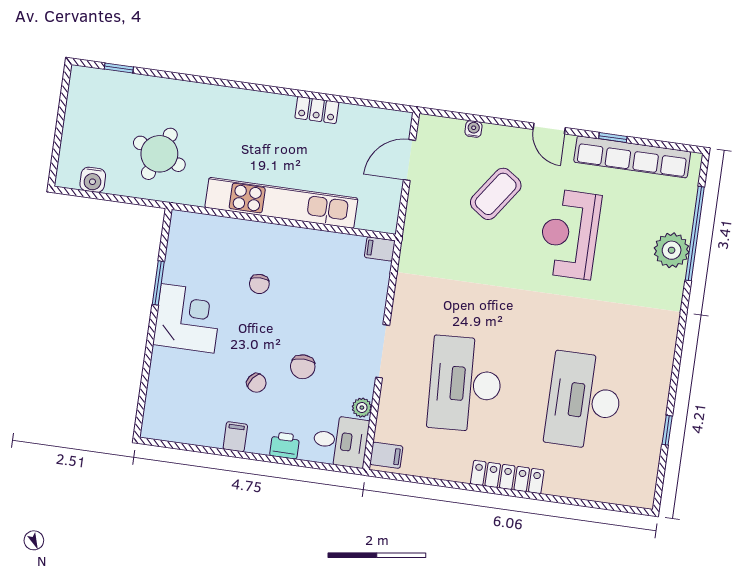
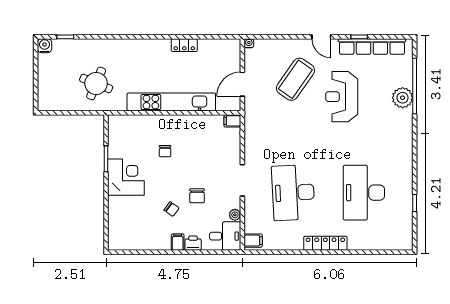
water cooler: (473, 129) -> (249, 43), moved
door: (409, 160) -> (242, 84), moved
water cooler: (93, 180) -> (44, 46), moved, turned 180
coffee table: (496, 194) -> (295, 79), width x1.36, depth x1.32
filing cabinet: (235, 437) -> (178, 242), moved

